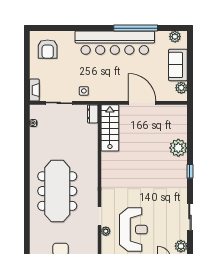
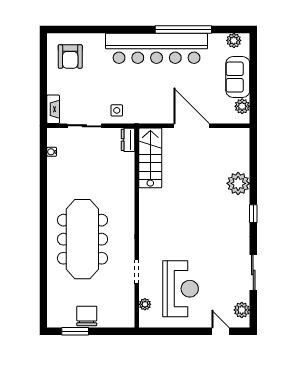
plant: (106, 231) -> (145, 304), moved

